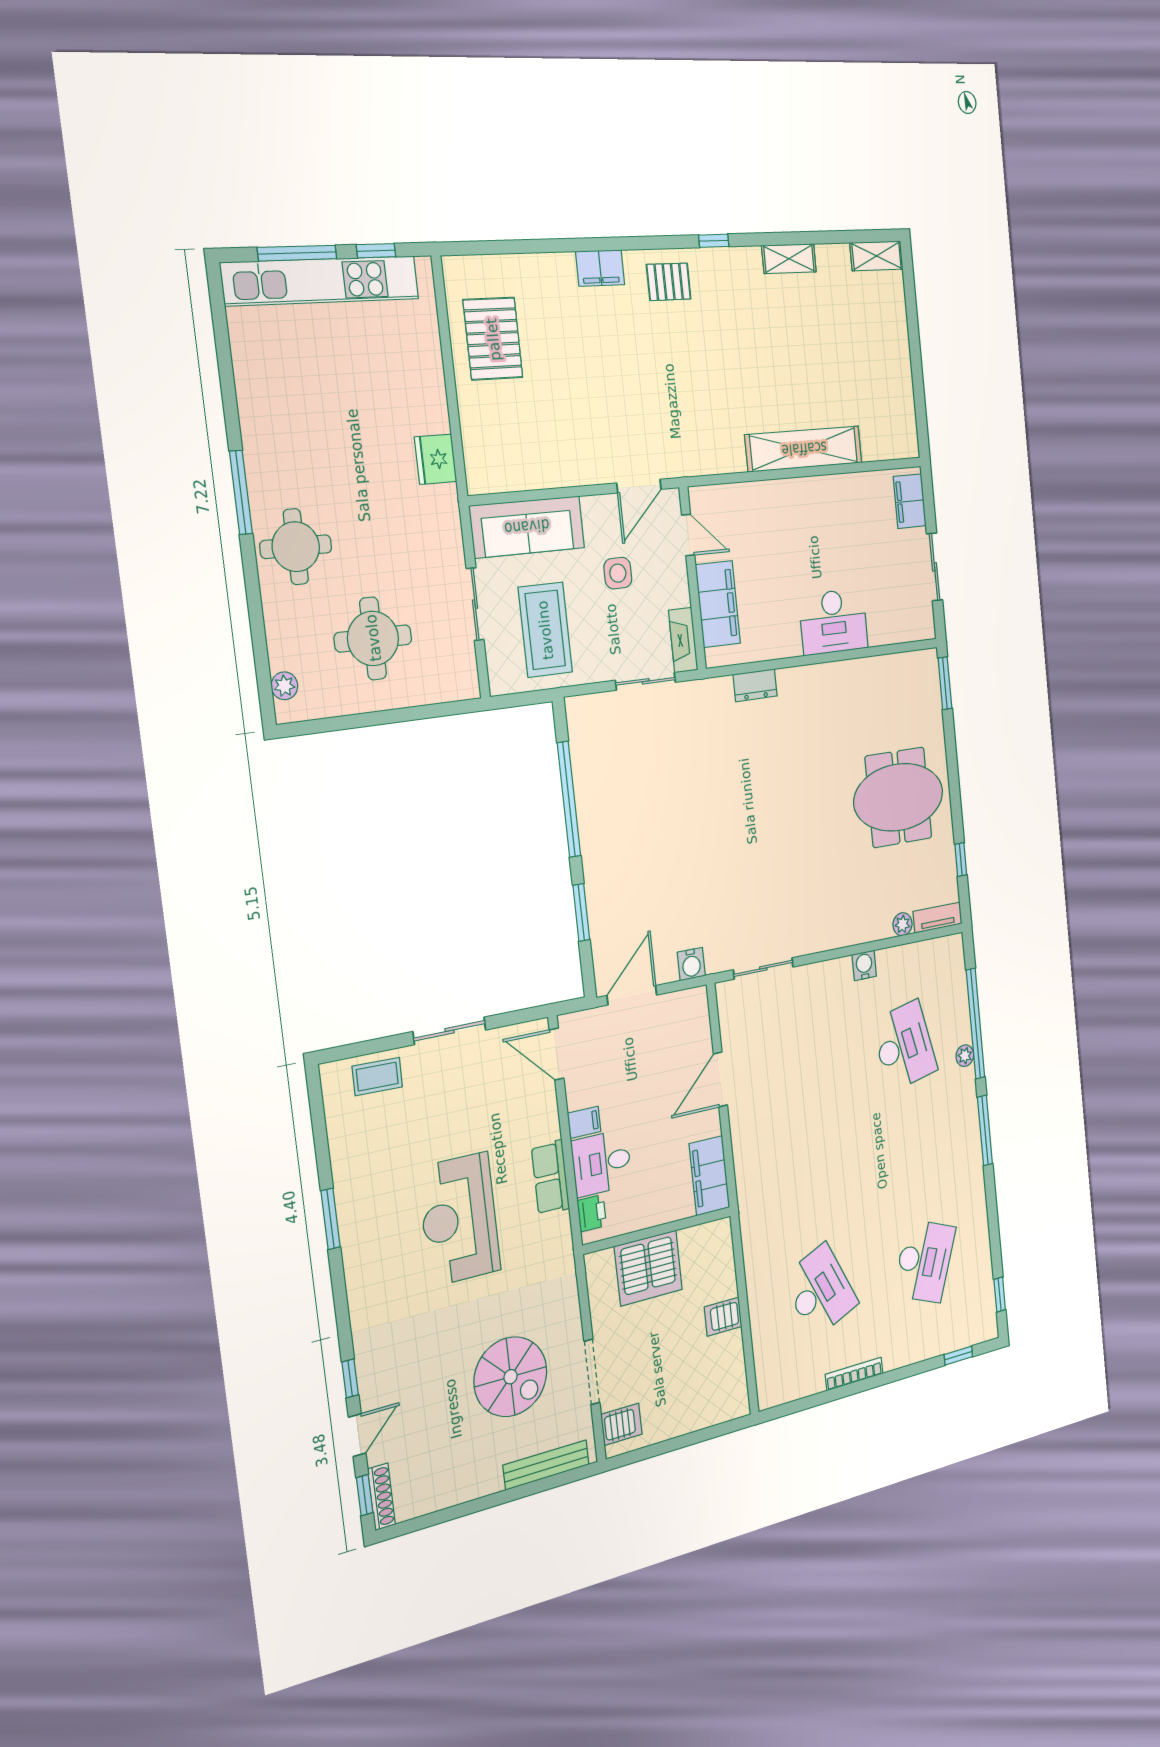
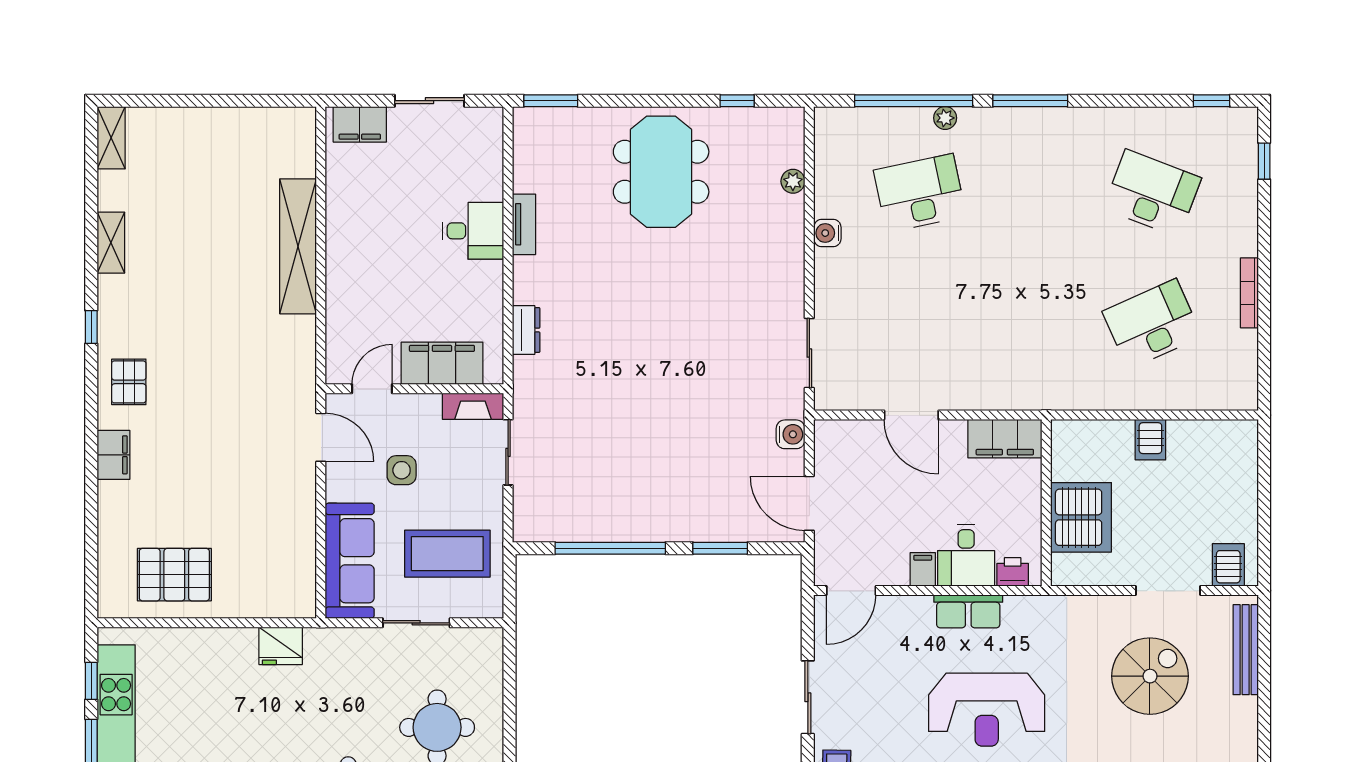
desk: (833, 622) -> (473, 231), width x0.73
tv unit: (938, 918) -> (524, 224), moved, turned 180

